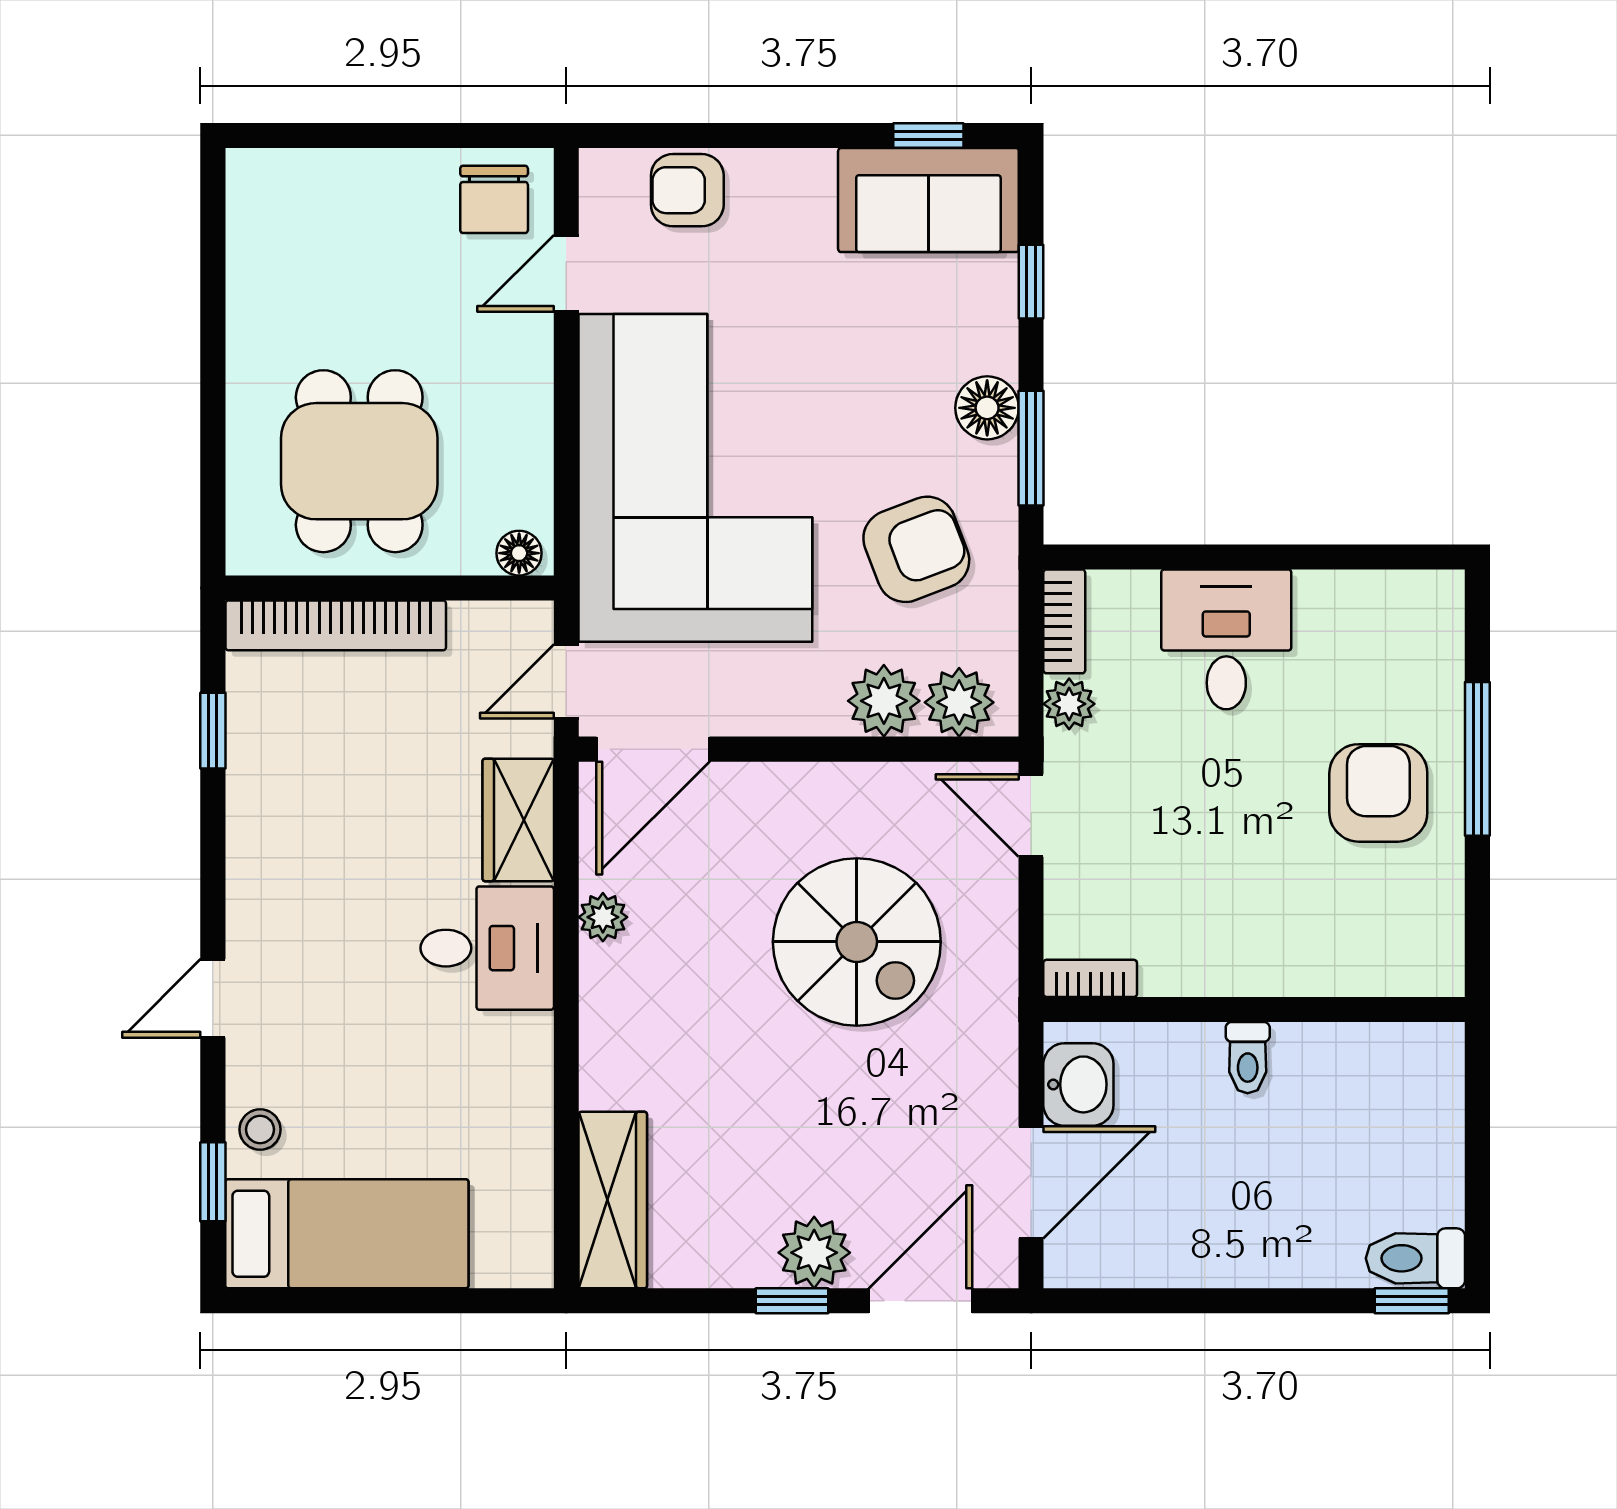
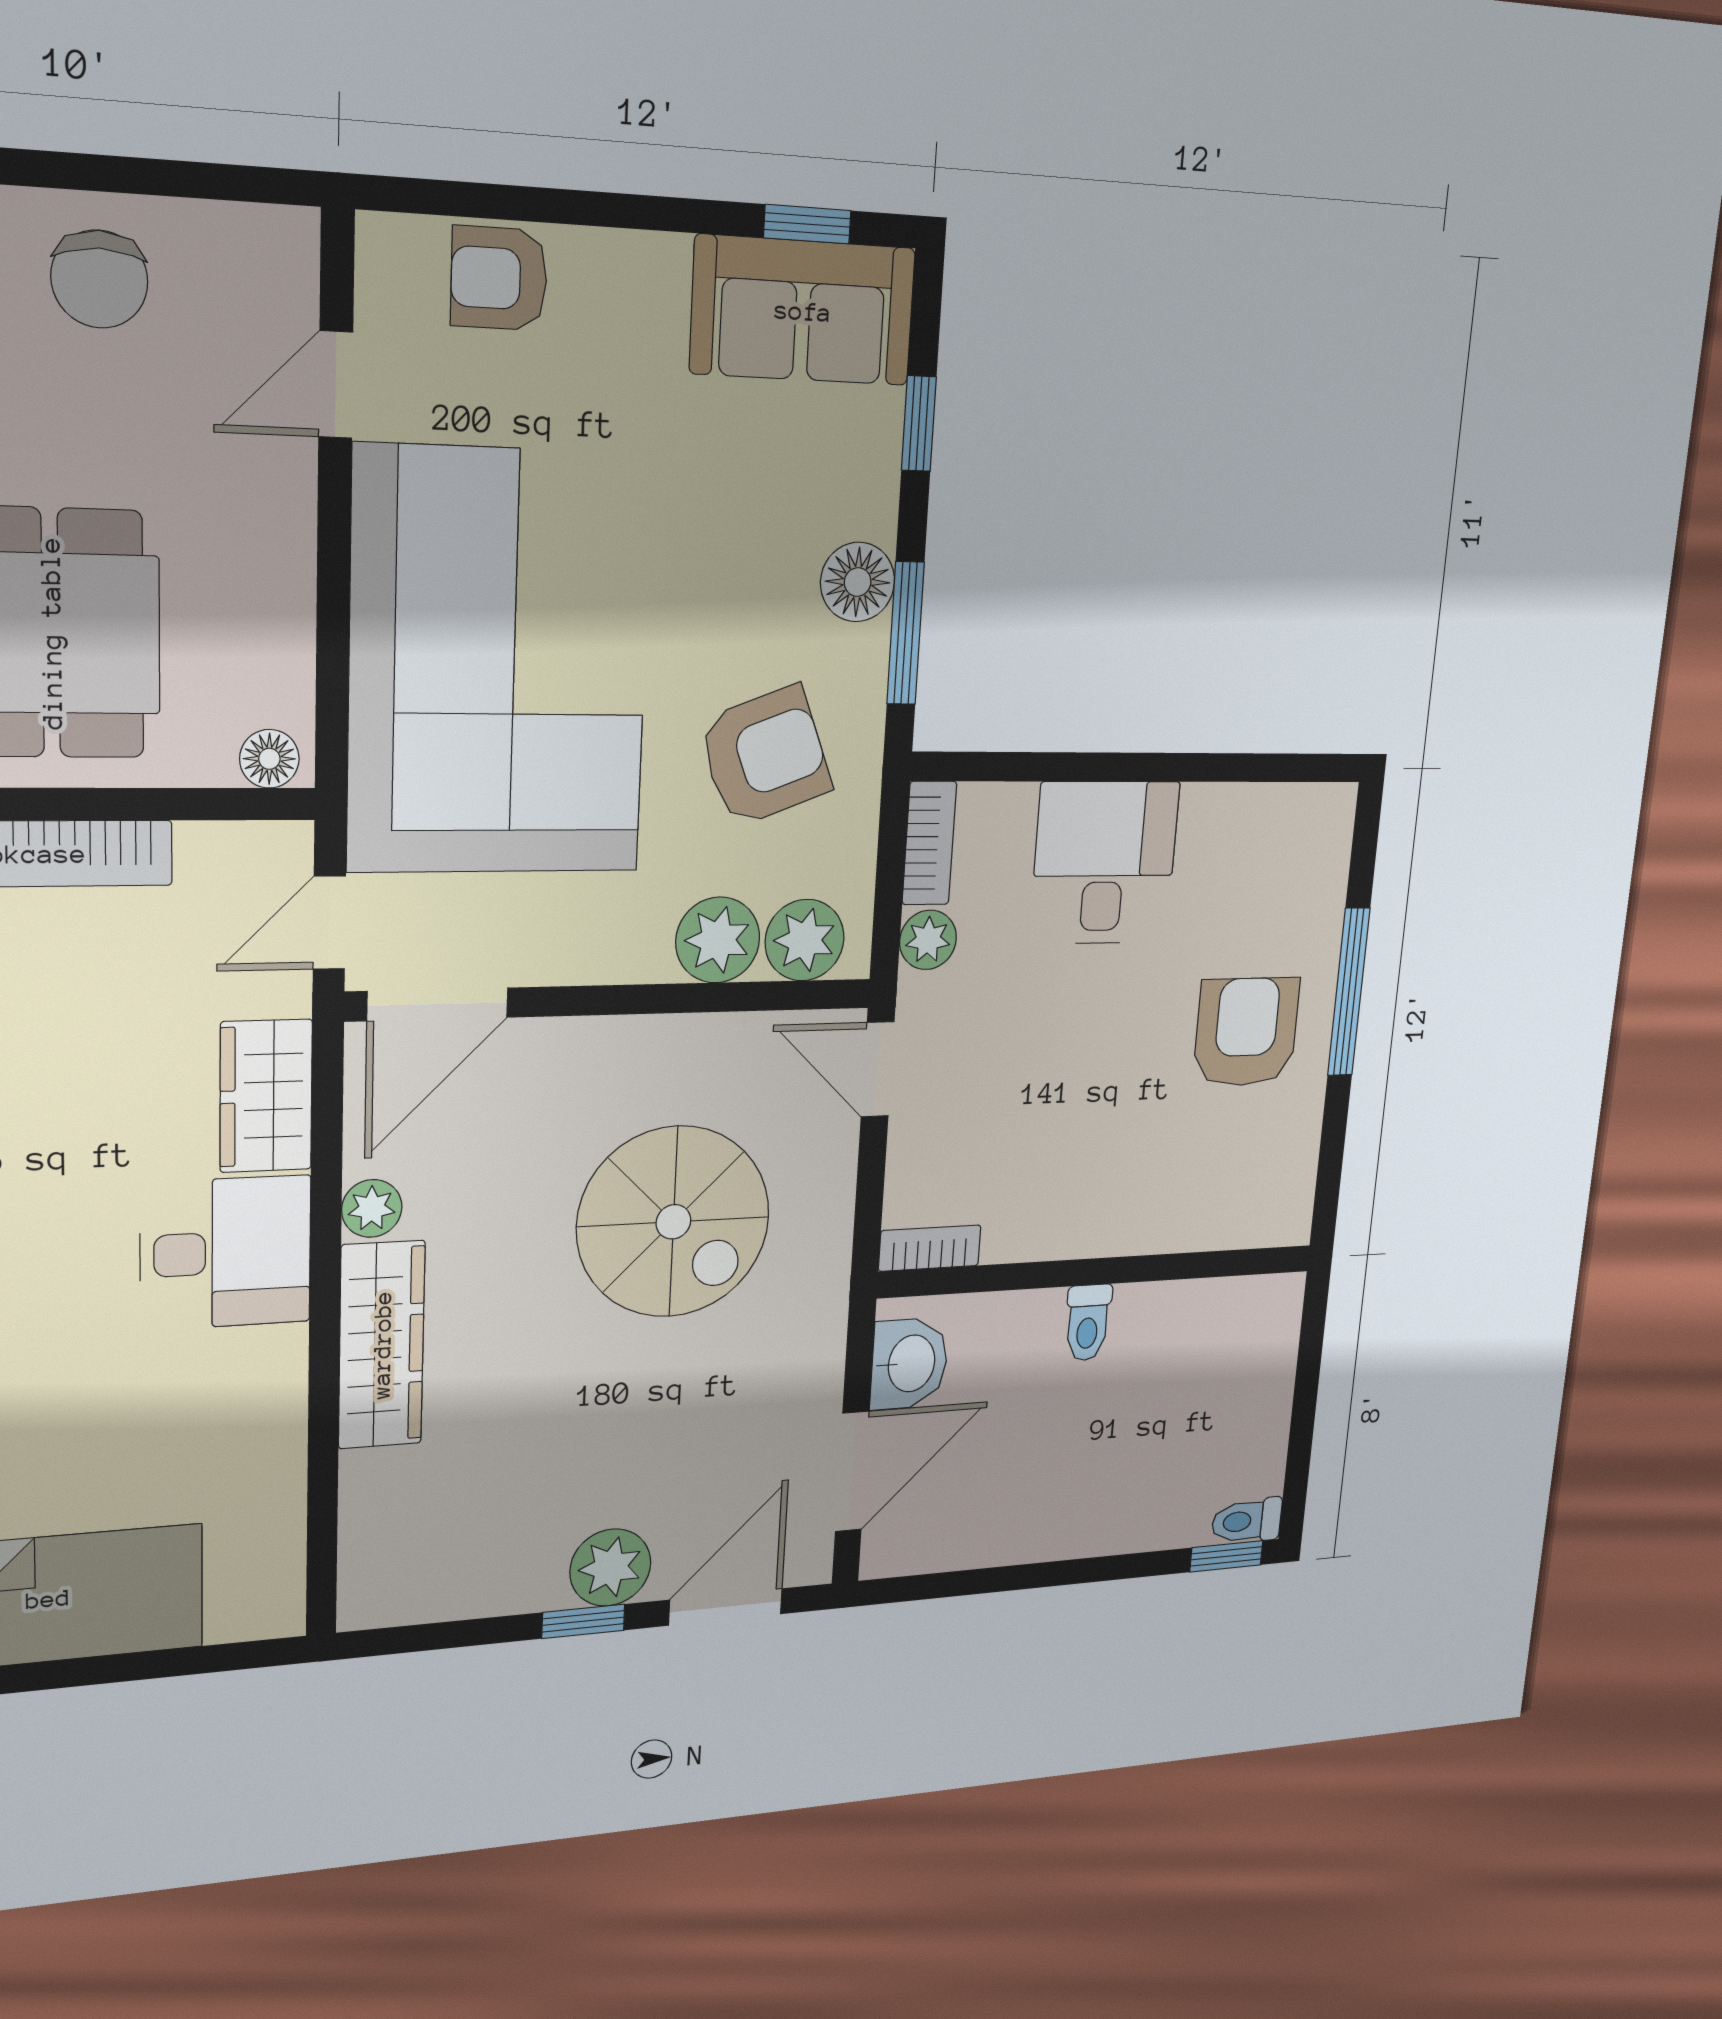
chair: (494, 199) -> (99, 279), moved
wardrobe: (613, 1200) -> (382, 1345), moved
toilet: (1415, 1258) -> (1247, 1521), width x0.73, depth x0.72

